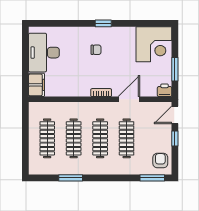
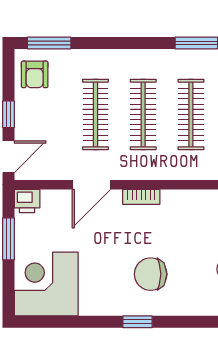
chair: (96, 50) -> (151, 274), width x1.87, depth x1.87

